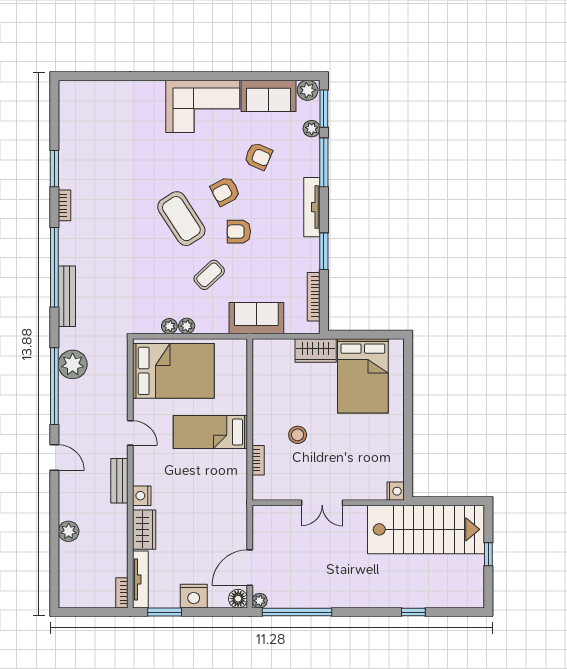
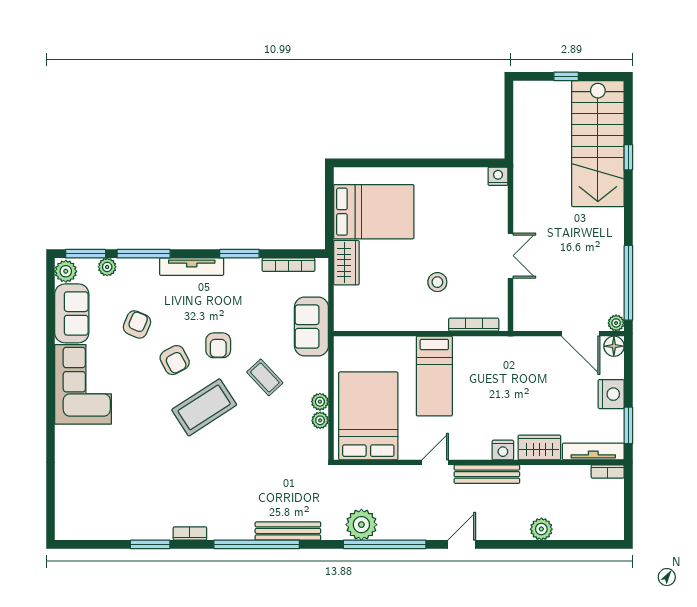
bookcase: (258, 460) -> (474, 325), width x1.56
bench: (119, 481) -> (487, 474), width x1.36
stairs: (426, 529) -> (598, 144), moved, turned 180

